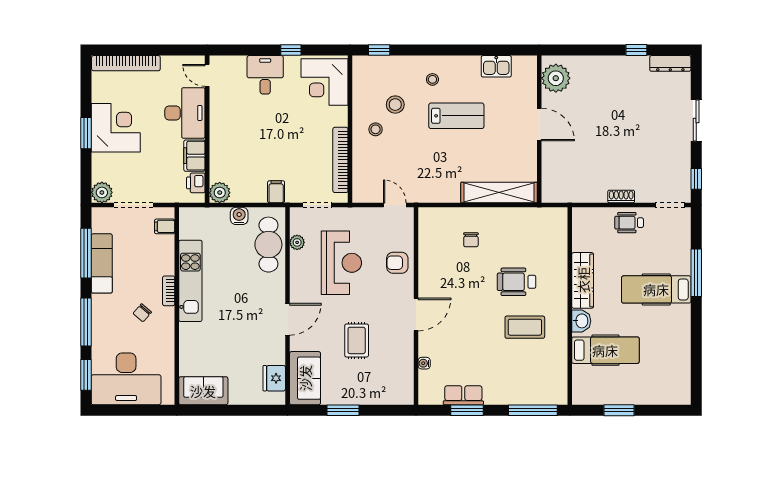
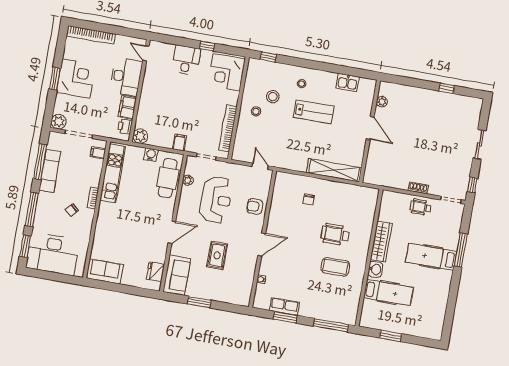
dresser: (670, 63) -> (468, 102), removed
plant: (556, 78) -> (382, 102), width x0.53, depth x0.53
kitchen unit: (190, 281) -> (113, 173), moved

